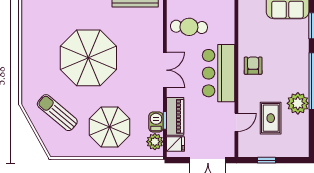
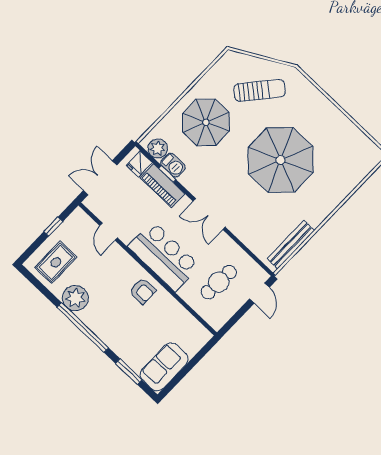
cafe table: (189, 27) -> (219, 282), moved
rug: (271, 118) -> (56, 262), moved, turned 90

